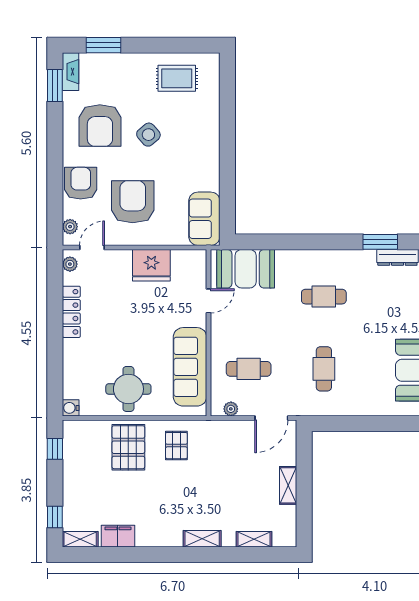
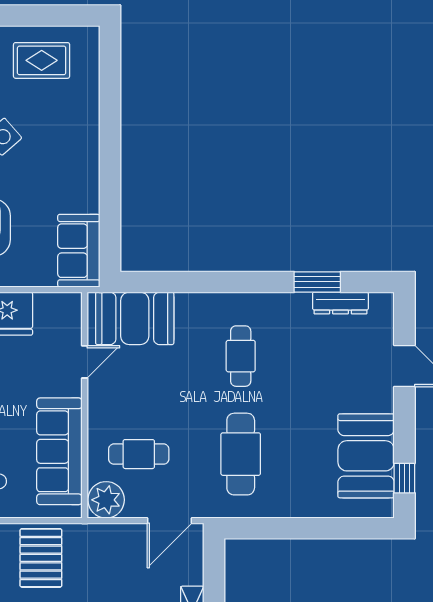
cafe table: (324, 297) -> (241, 356), turned 90
cafe table: (324, 369) -> (241, 454), width x1.37, depth x1.35
plant: (231, 409) -> (106, 500), width x1.87, depth x1.87
pallet: (176, 446) -> (41, 558), width x1.50, depth x1.42

